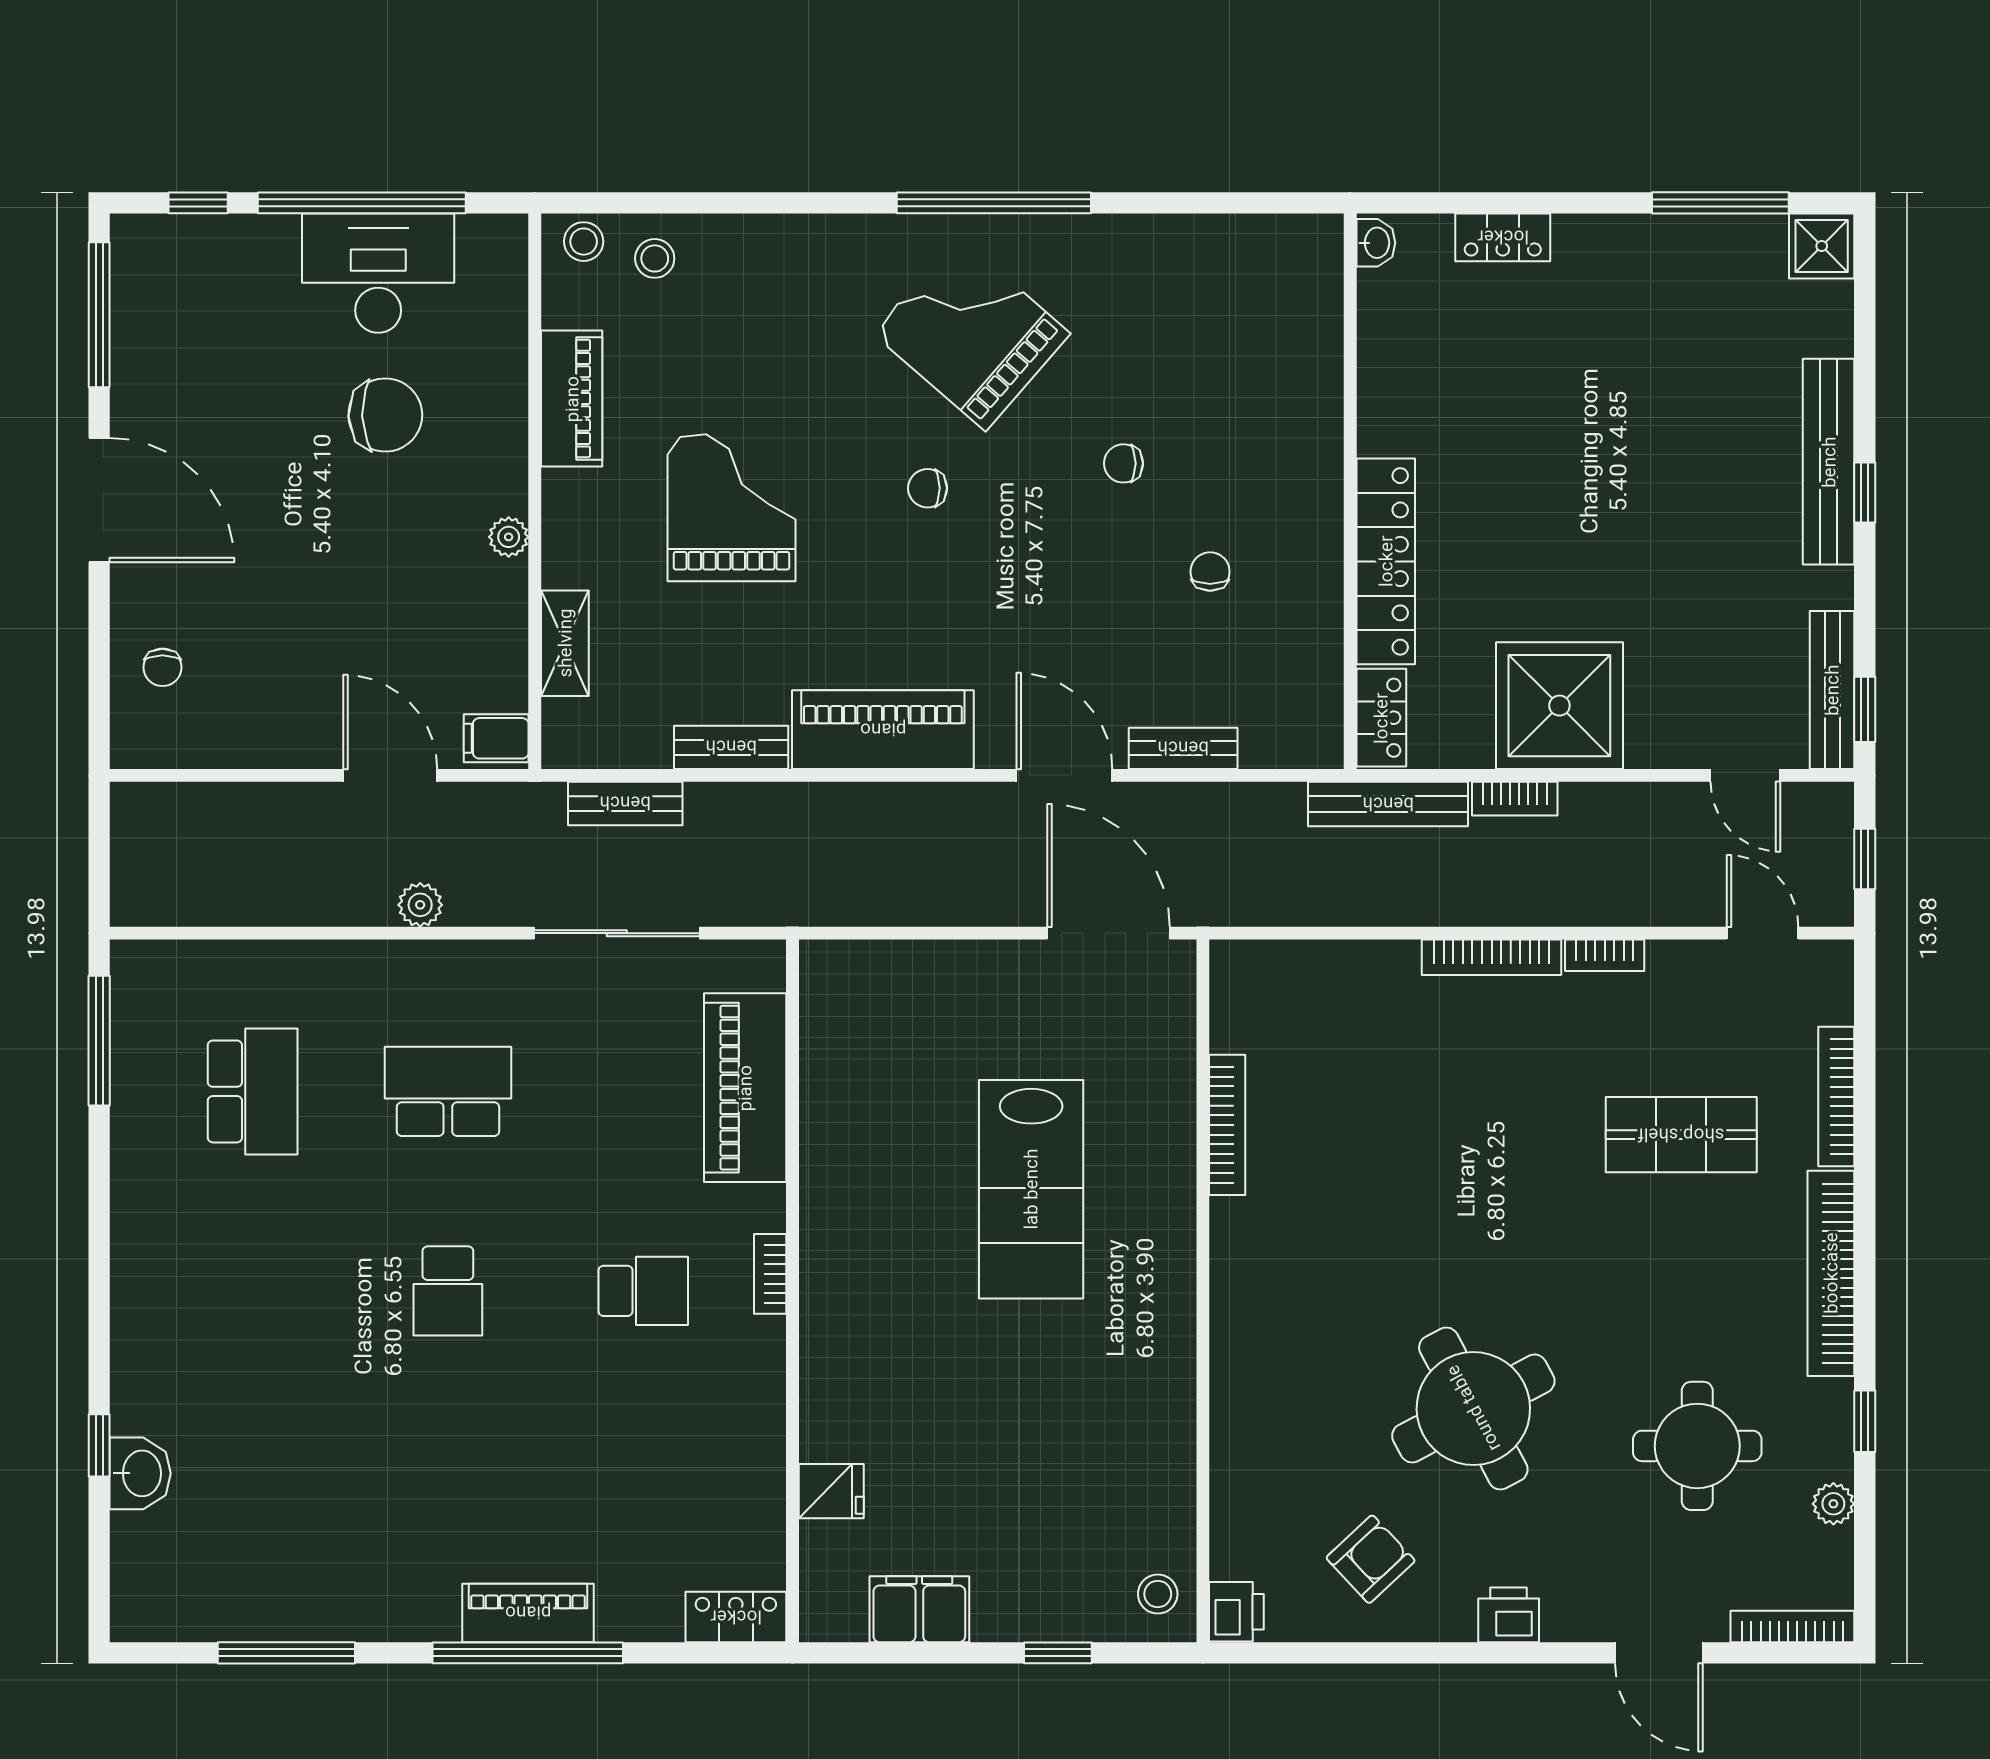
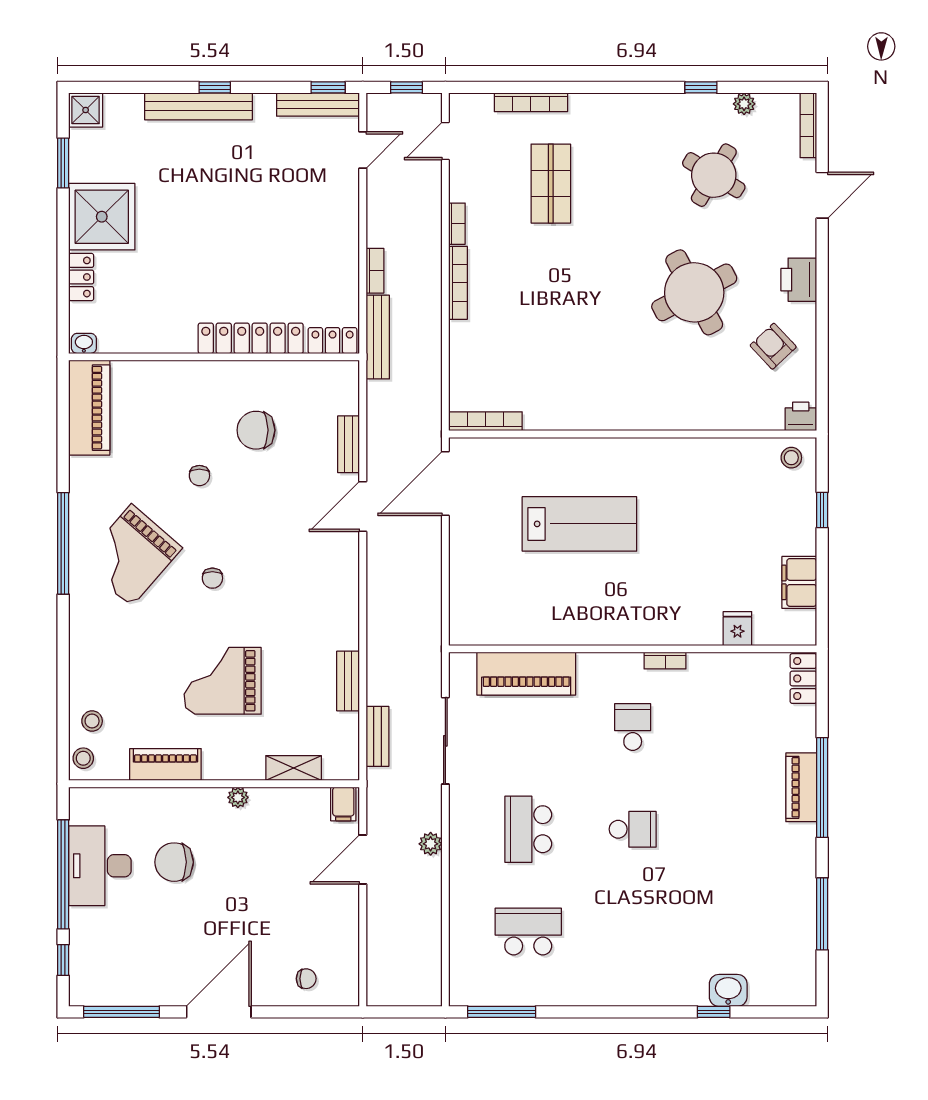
window: (1720, 203) -> (63, 163), width x0.69
chair: (385, 415) -> (174, 862), turned -88
chair: (1210, 572) -> (256, 430), width x1.87, depth x1.87
shower: (1559, 706) -> (102, 217), moved
piano: (883, 730) -> (89, 408), moved, turned 180
bookcase: (1227, 1125) -> (485, 421), moved
bookcase: (1831, 1273) -> (624, 105), removed
bookcase: (770, 1274) -> (665, 661), moved
round table: (1697, 1446) -> (714, 175), turned 31
printer: (1509, 1615) -> (799, 280), width x1.36, depth x1.24

